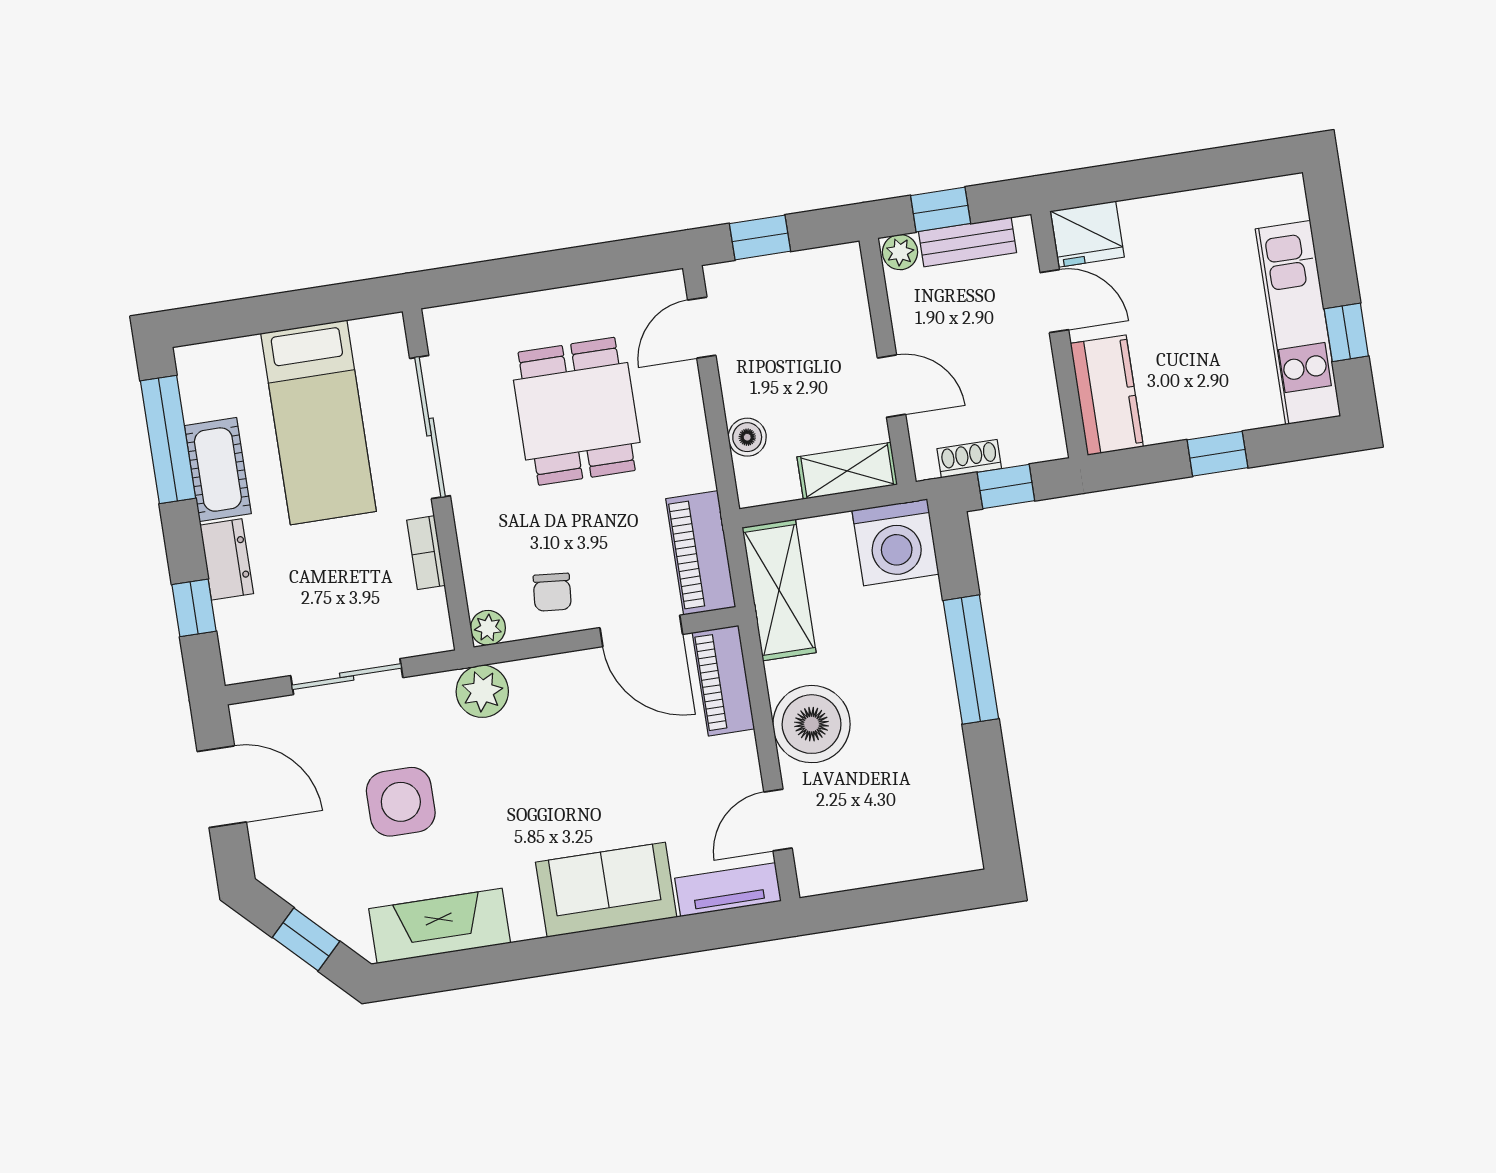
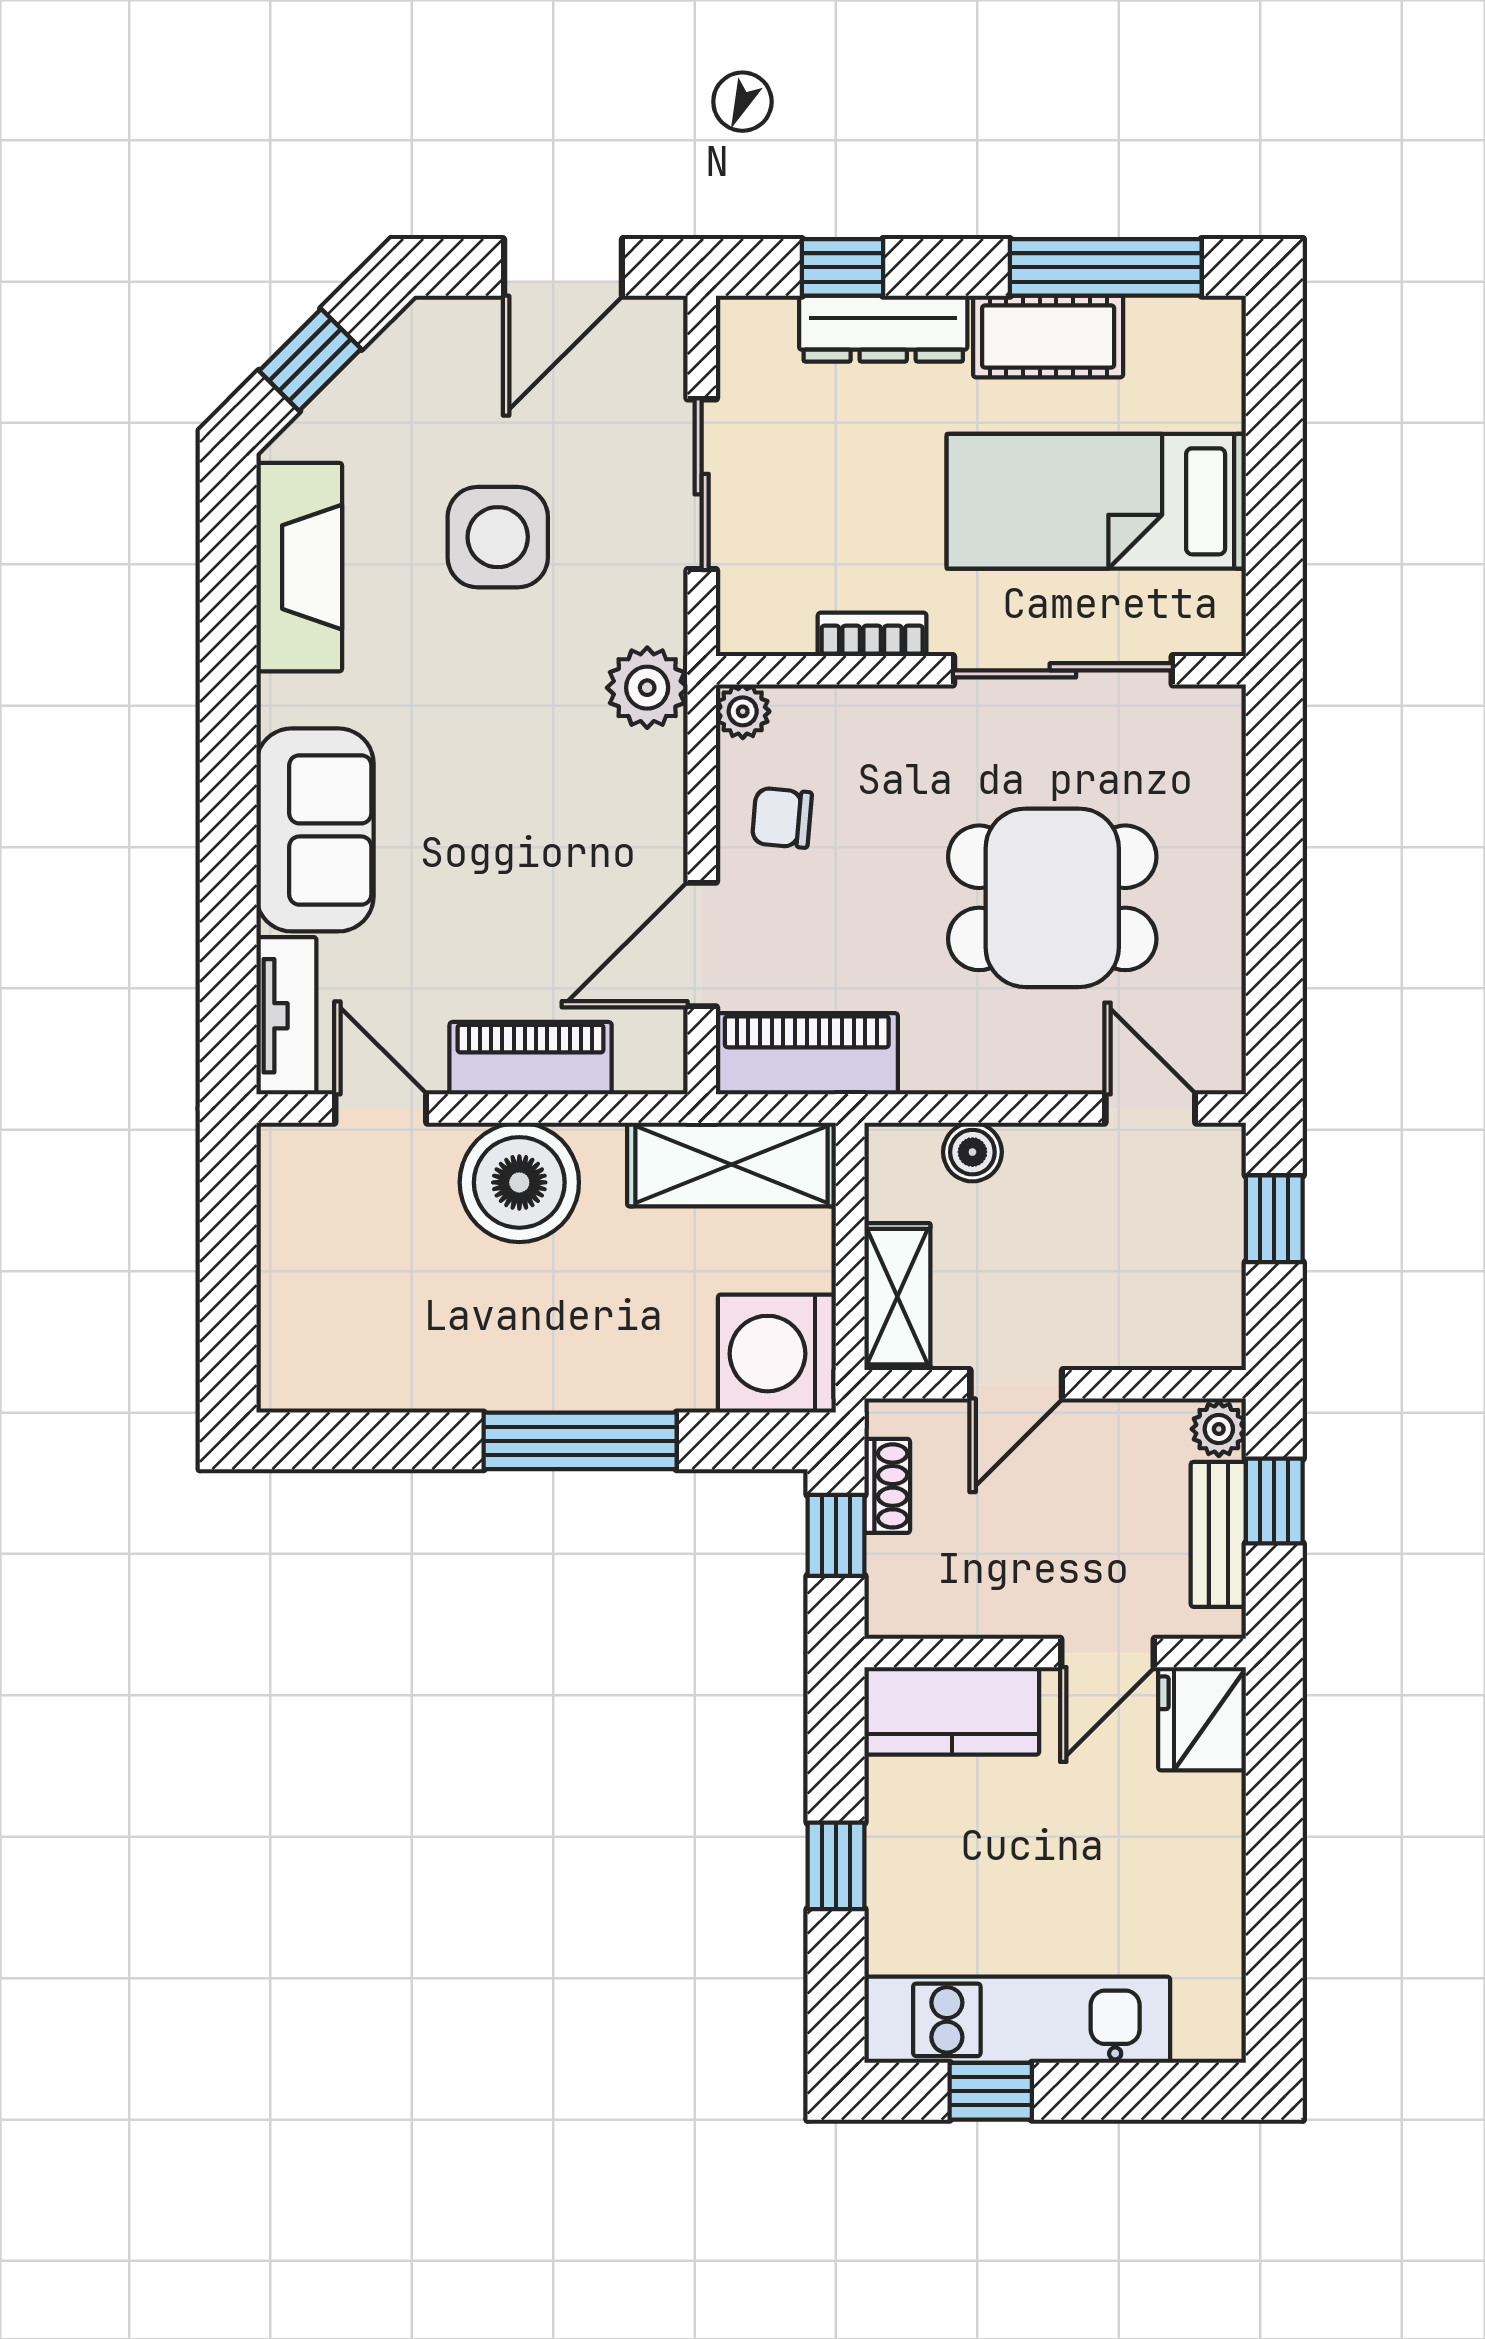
dresser: (227, 559) -> (883, 329), width x1.44
piano: (723, 681) -> (531, 1058), moved

